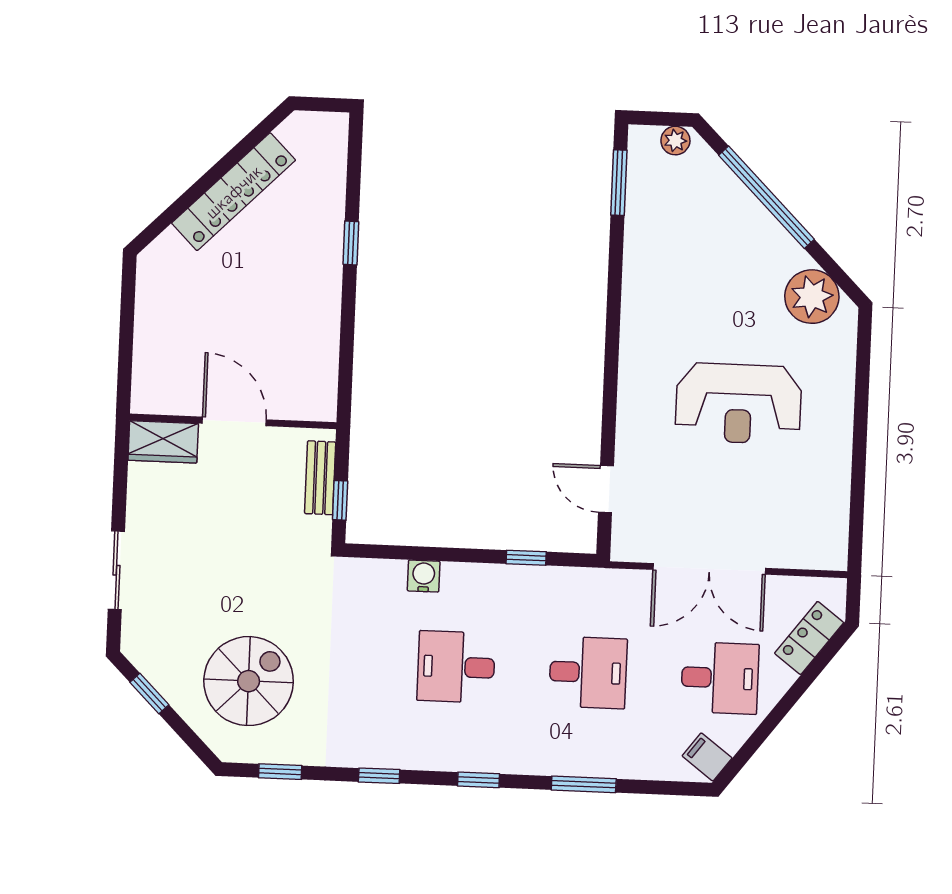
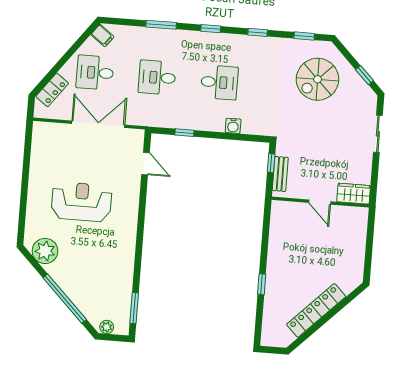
door: (234, 421) -> (320, 202), width x0.73

